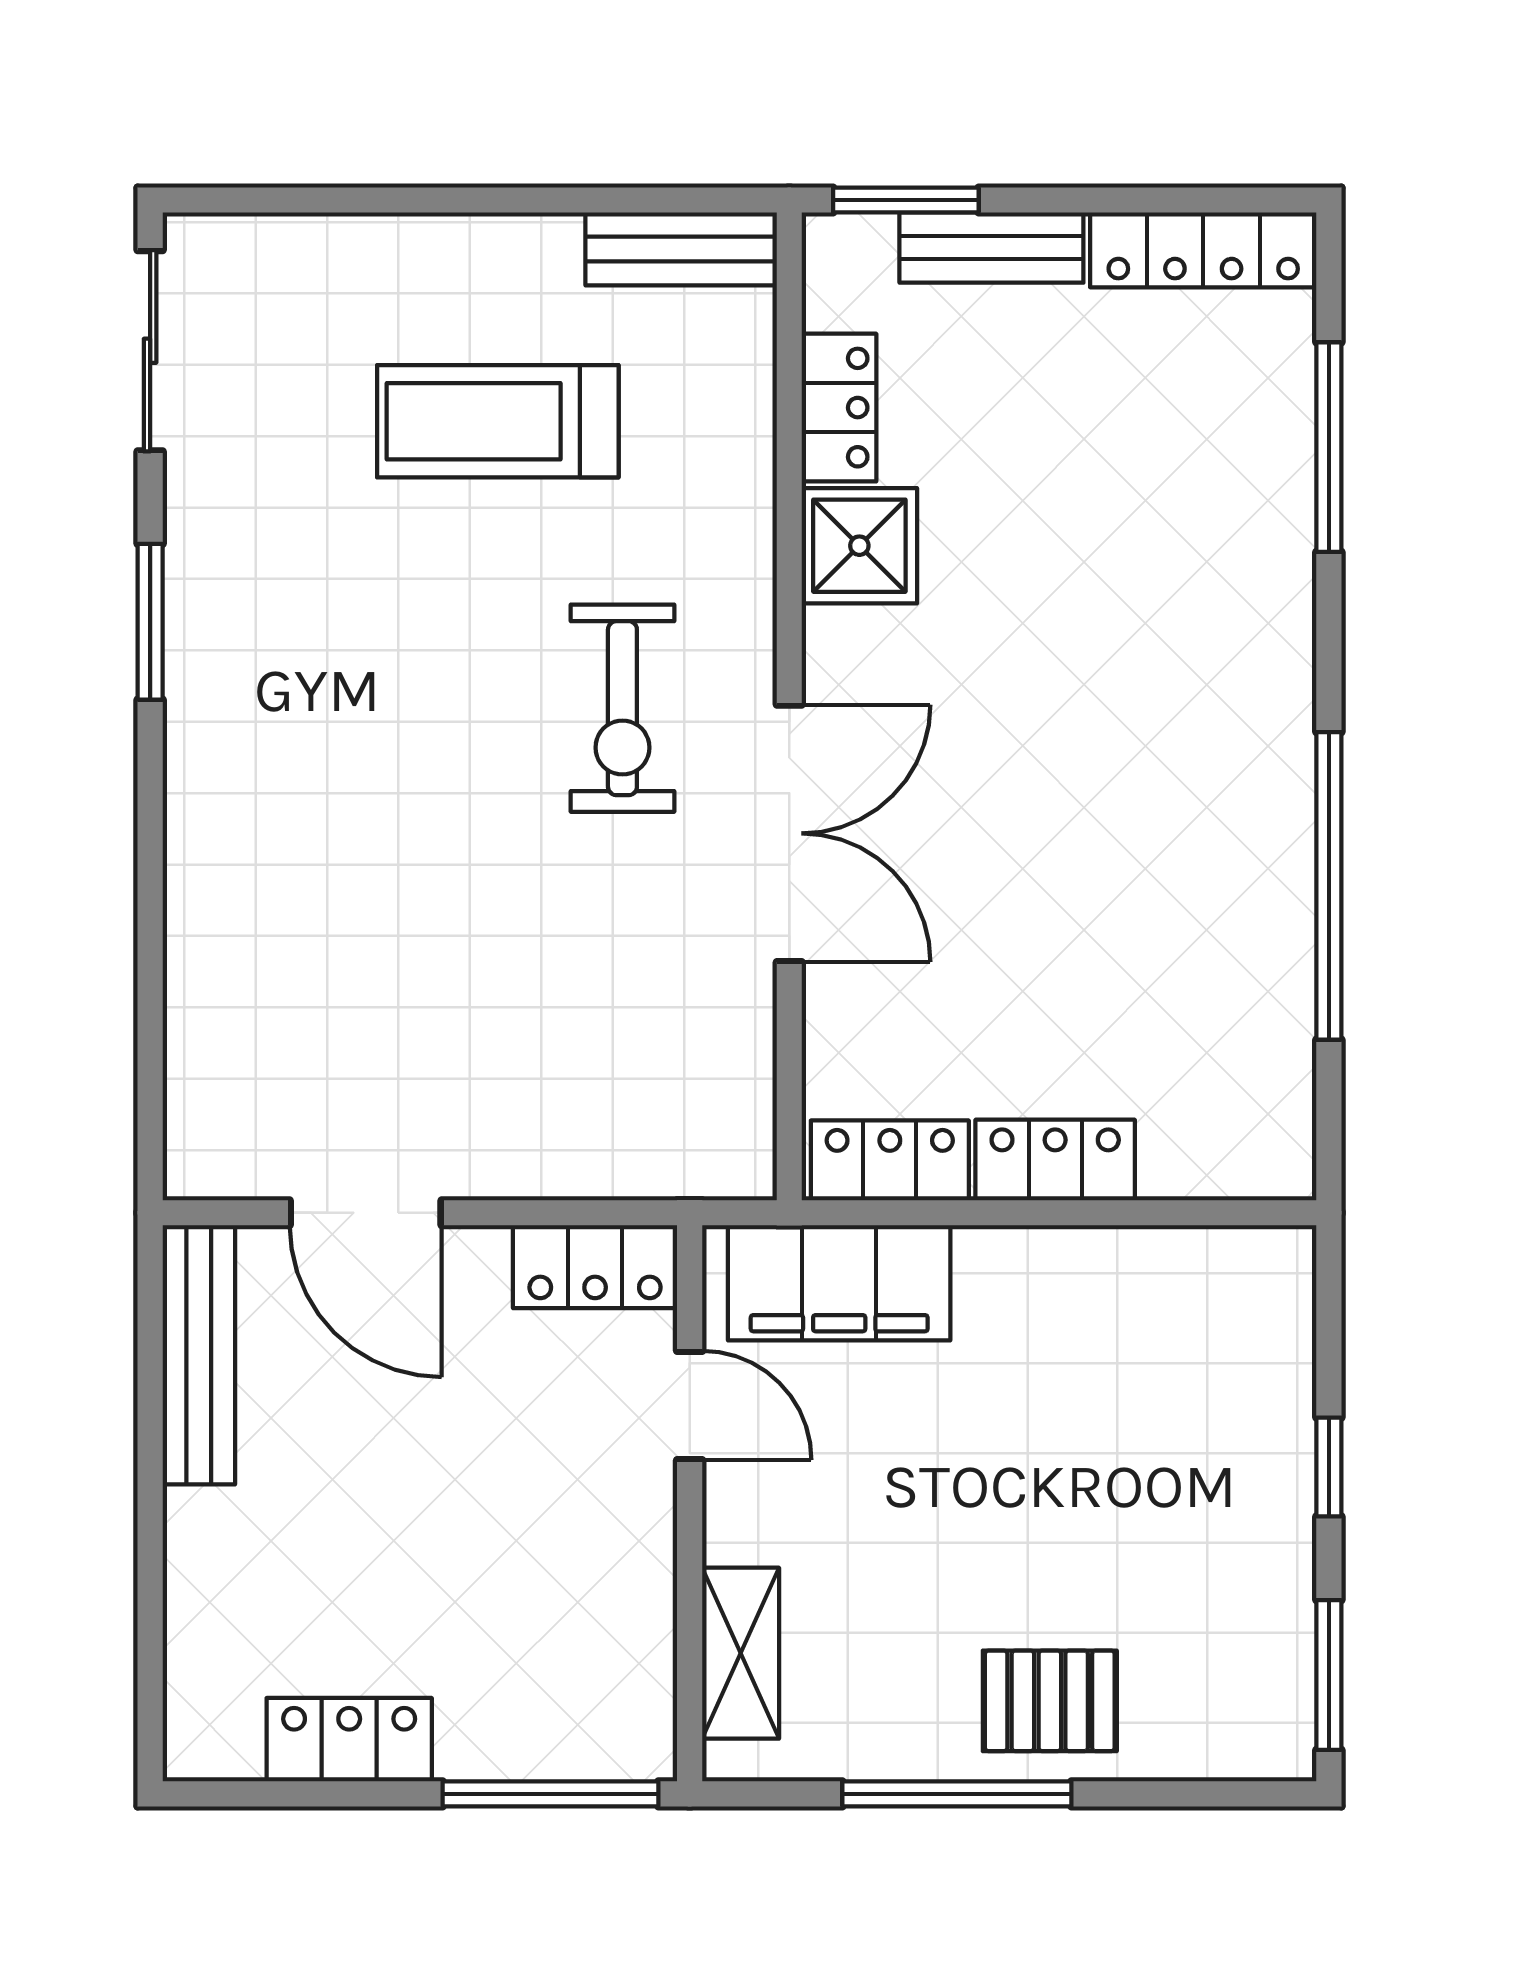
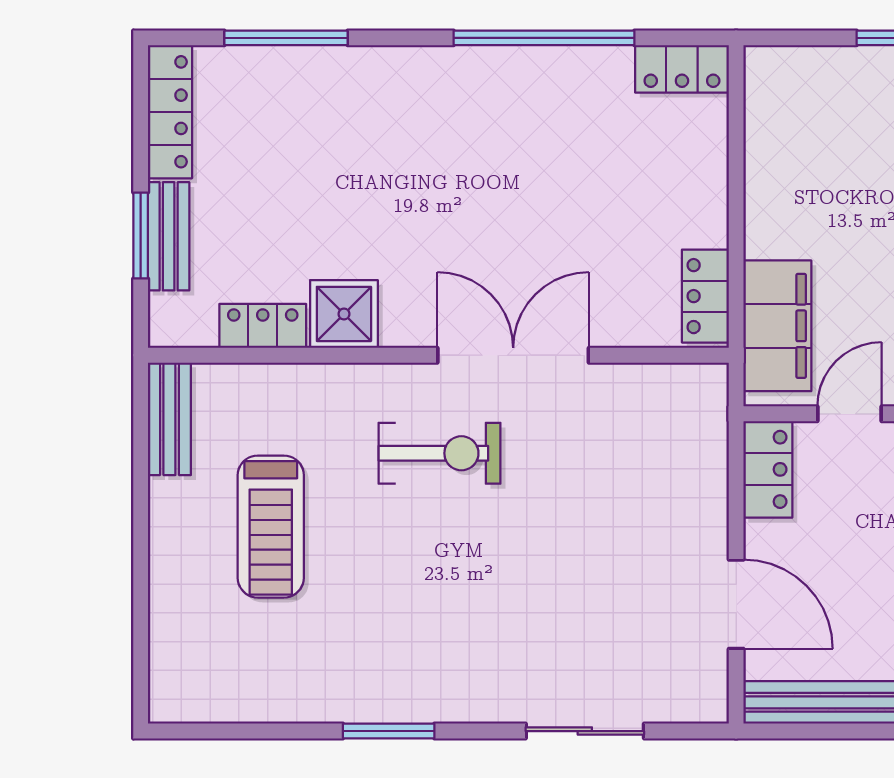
window: (906, 200) -> (141, 236), moved
sliding door: (150, 351) -> (585, 731), moved
locker: (1055, 1160) -> (682, 69), moved, turned -90
door: (366, 1213) -> (736, 604), hinge flipped

